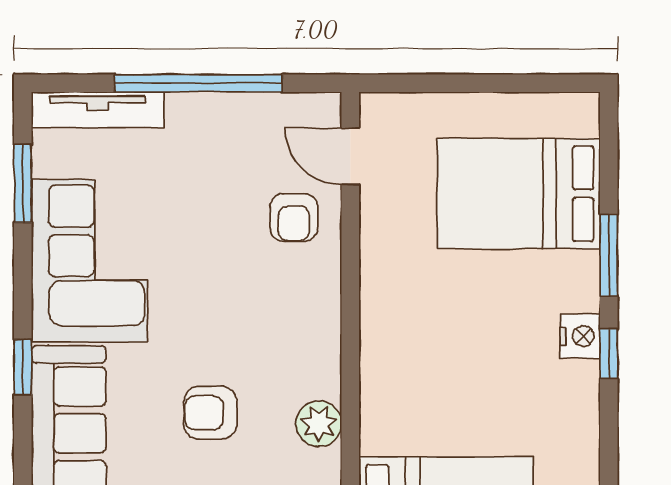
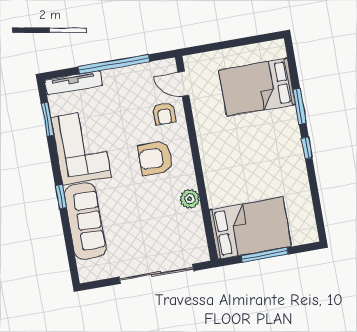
nightstand: (580, 336) -> (293, 143), removed
armchair: (210, 413) -> (155, 158), moved, width x1.38, depth x1.38

